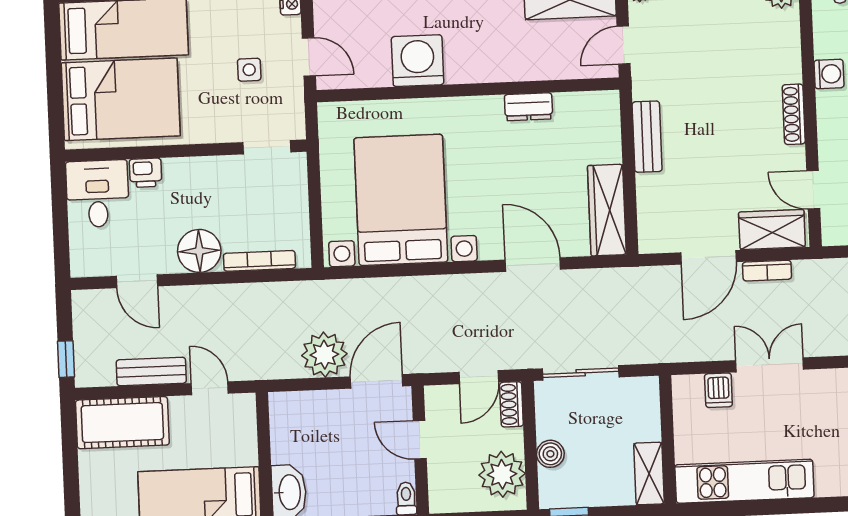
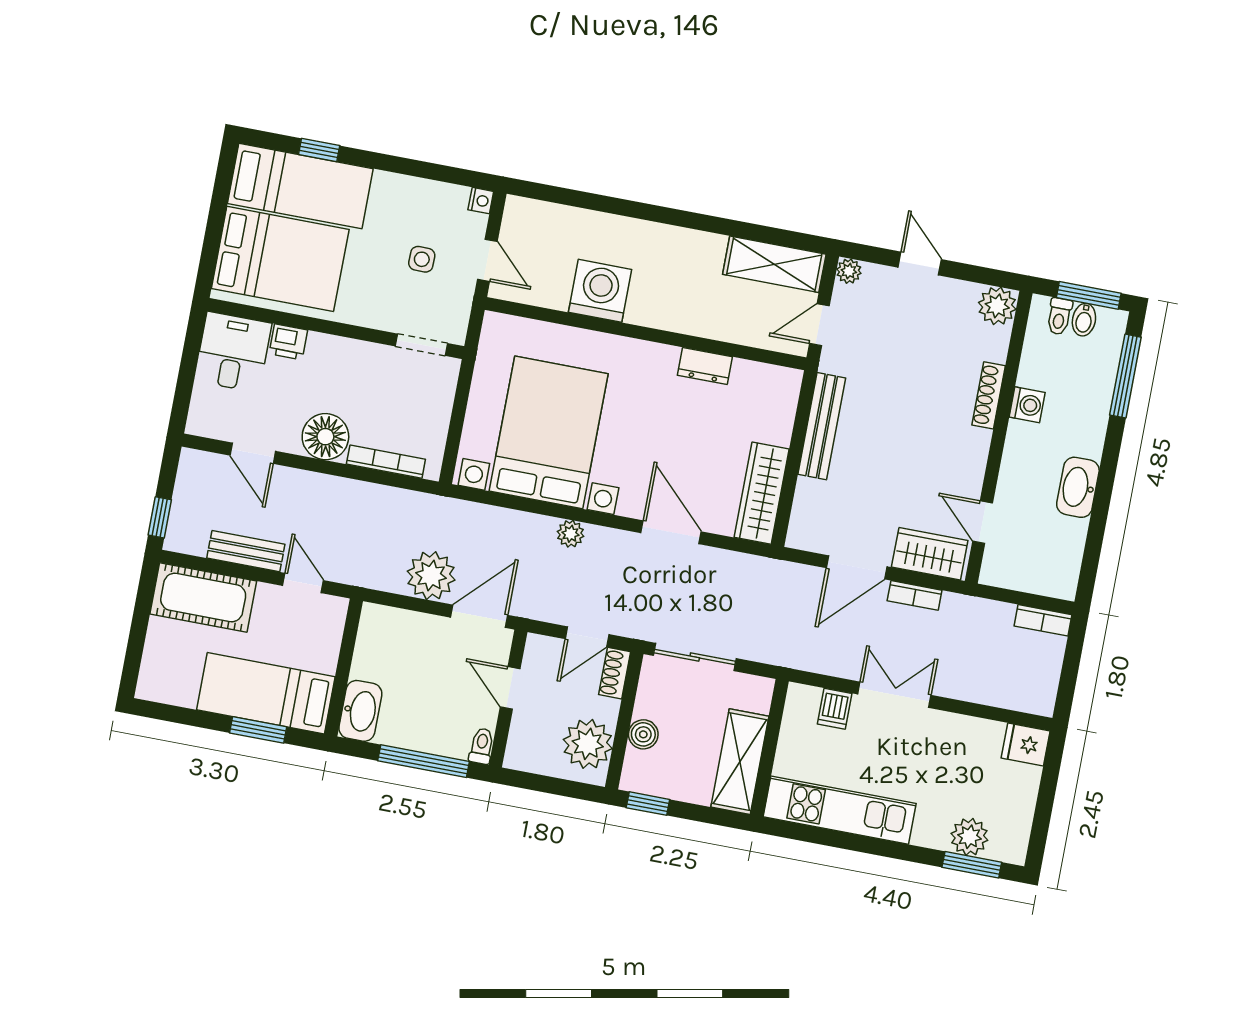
shoe rack: (794, 114) -> (989, 395), moved
bench: (647, 137) -> (822, 426), width x1.36
plant: (442, 287) -> (570, 534), added
shelving: (649, 474) -> (740, 762), width x1.50, depth x1.33

